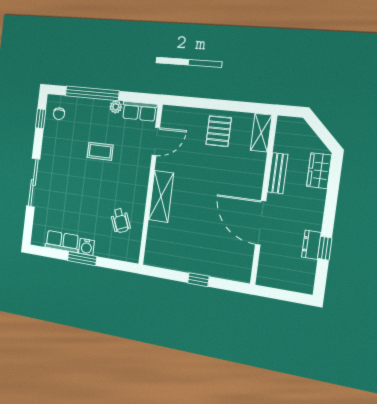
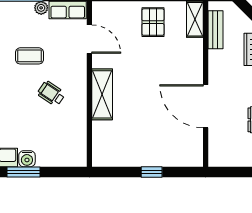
door: (156, 141) -> (89, 39), hinge flipped
bench: (278, 173) -> (215, 30), moved
wheelchair: (120, 221) -> (51, 94), moved, turned 146

